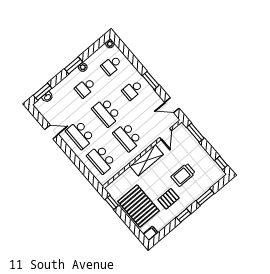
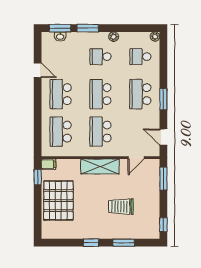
window: (73, 65) -> (88, 28), moved
school desk: (133, 90) -> (140, 94), width x1.85
pallet: (168, 199) -> (90, 217), removed
filing cabinet: (151, 233) -> (48, 164), moved

